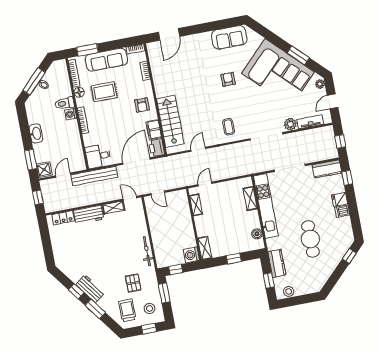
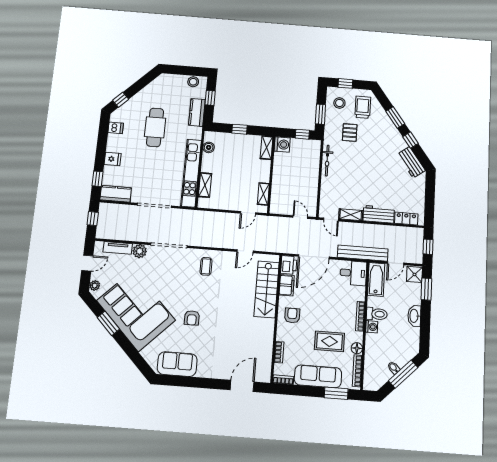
toilet: (65, 103) -> (377, 314), moved
bathtub: (77, 156) -> (376, 279), added
dishwasher: (342, 211) -> (116, 128), moved
workbench: (90, 289) -> (411, 162), moved
trolley: (127, 310) -> (363, 107), turned 180

